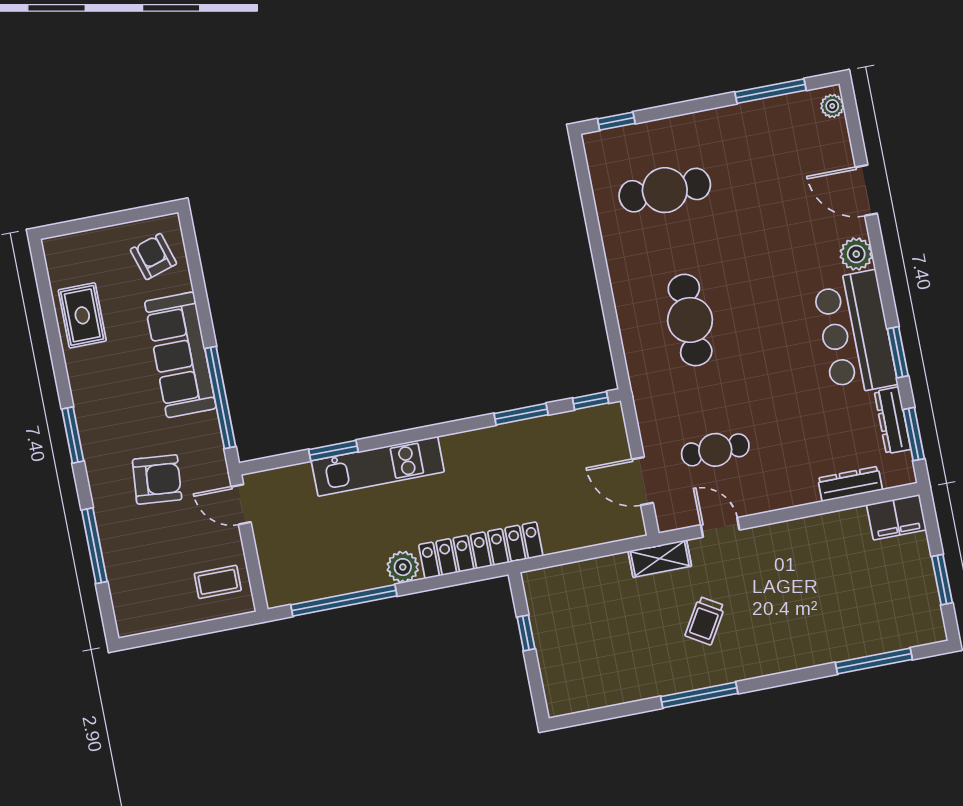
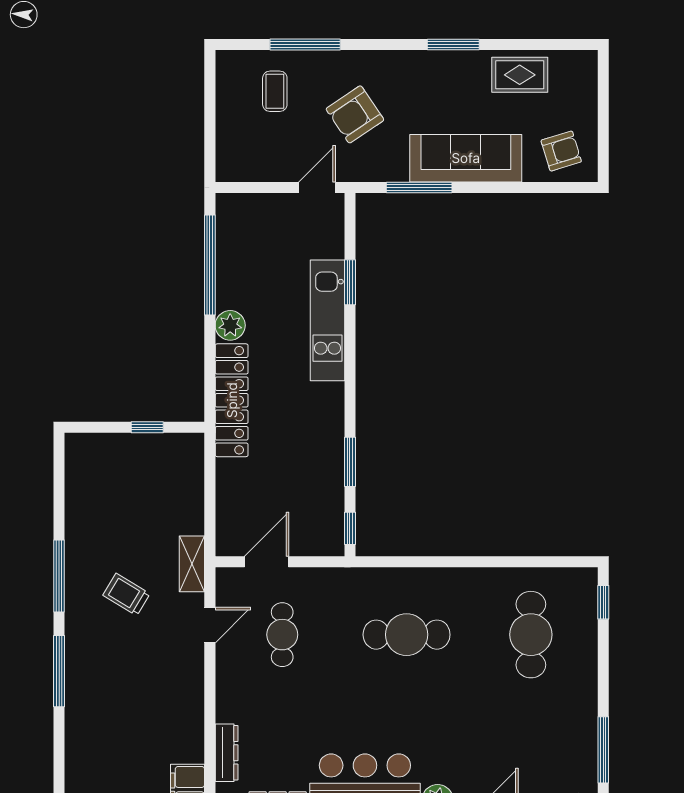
window: (220, 398) -> (419, 187), width x0.68
window: (73, 435) -> (453, 45), moved
armchair: (157, 479) -> (355, 114), turned 51
coffee table: (218, 582) -> (275, 91), moved
window: (874, 661) -> (59, 671), moved

